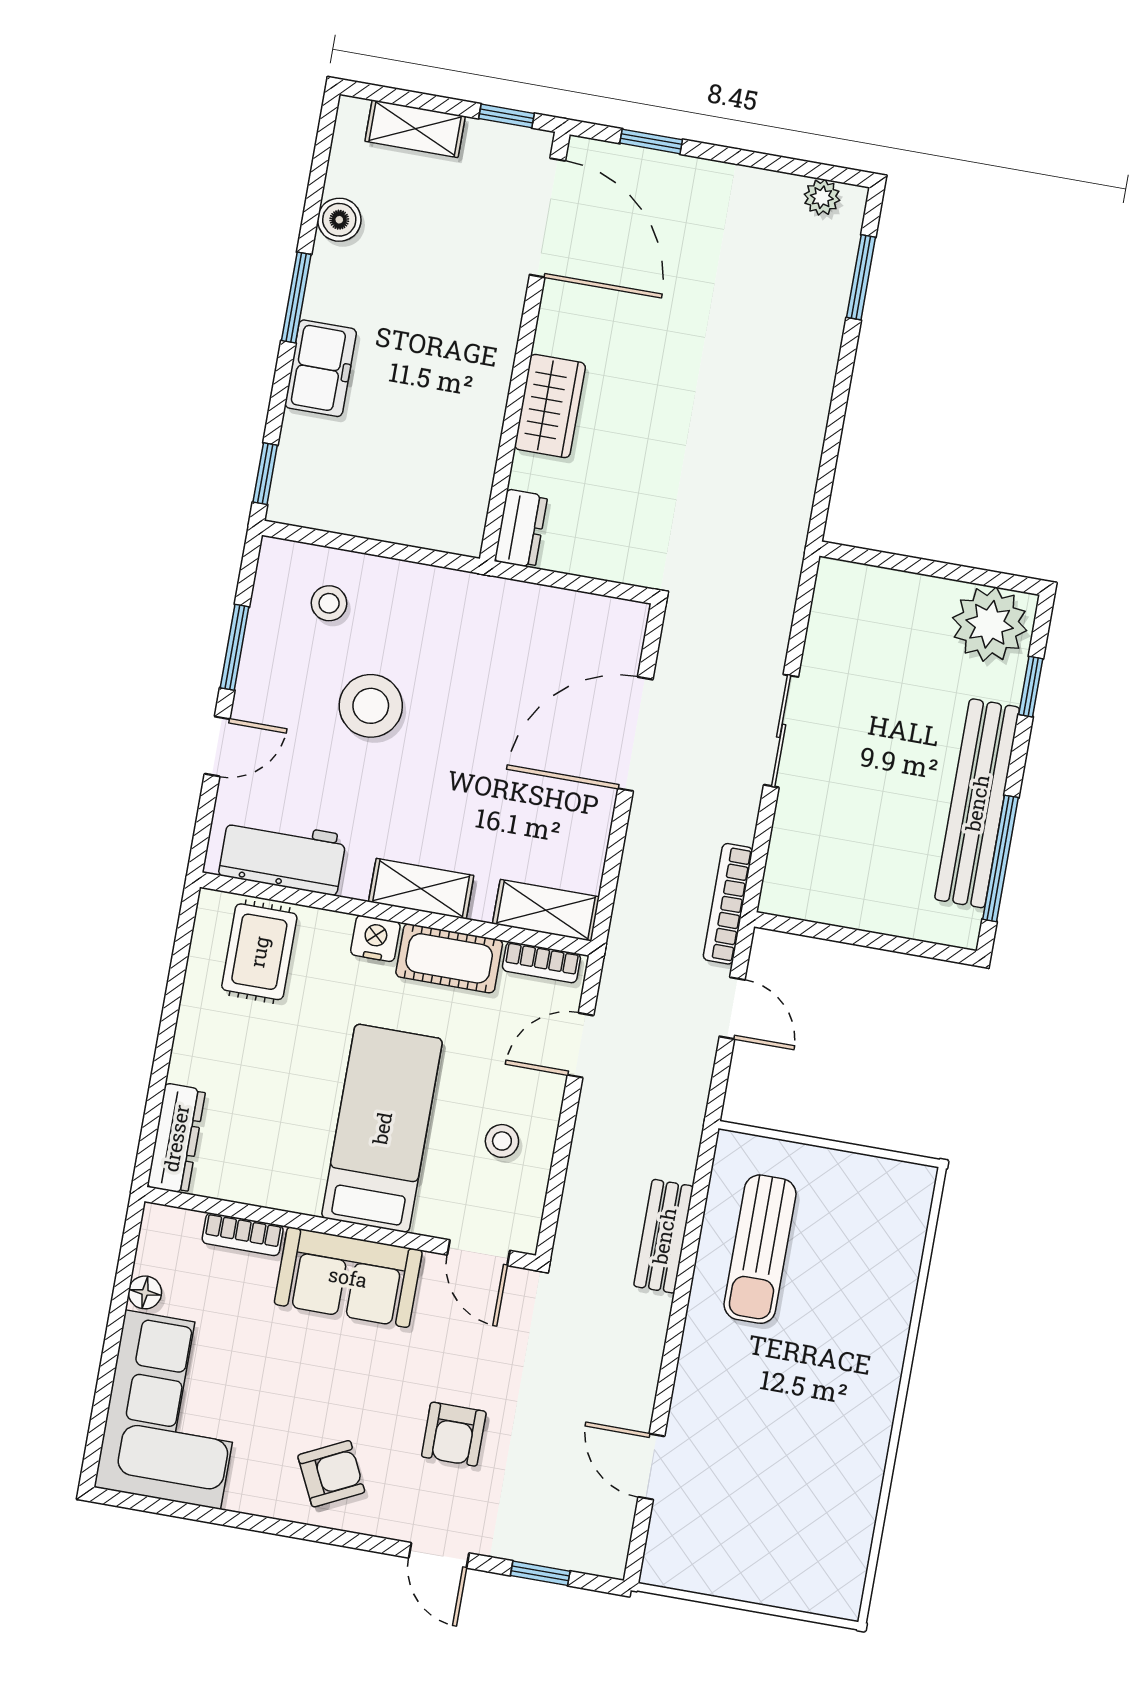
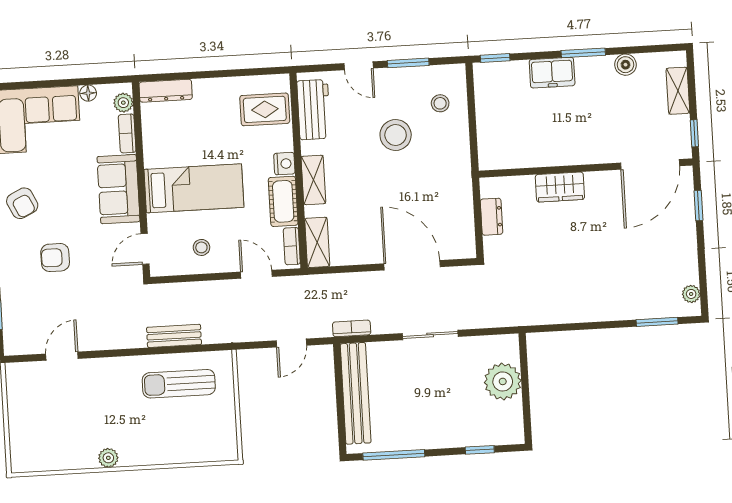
dresser: (521, 529) -> (492, 217), moved, turned -90
plant: (990, 624) -> (503, 381), moved
bench: (977, 803) -> (356, 393), moved, turned 90
bookcase: (728, 904) -> (352, 328), width x0.64
plant: (180, 1227) -> (123, 103), added
plant: (873, 1423) -> (108, 458), added

